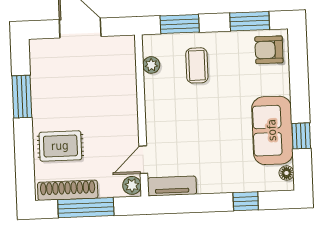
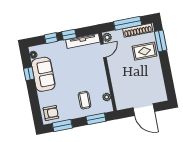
window: (22, 97) -> (161, 41), moved
tv unit: (172, 186) -> (83, 41), width x1.41
window: (208, 203) -> (69, 35), added

